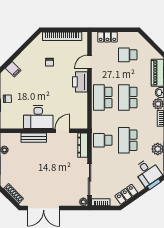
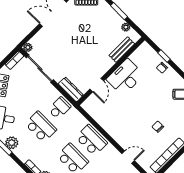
door: (90, 62) -> (128, 157), hinge flipped
printer: (80, 82) -> (120, 135), removed
bench: (34, 138) -> (122, 50), moved

